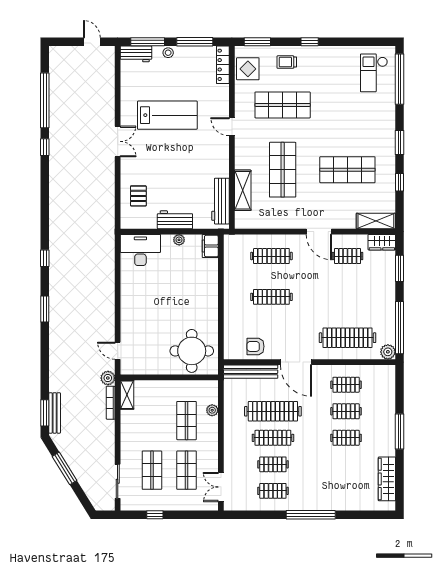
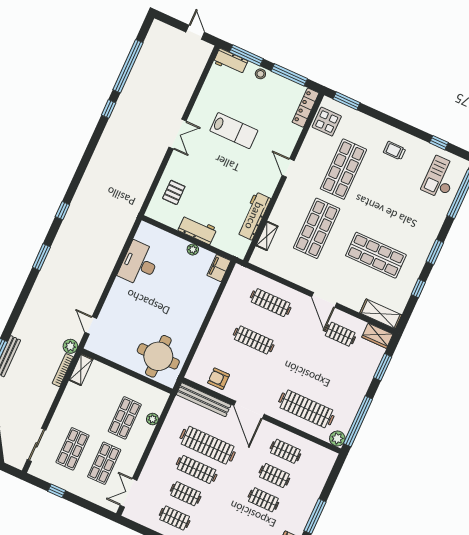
window: (310, 42) -> (439, 143), moved
trolley: (287, 62) -> (394, 151), moved
shop shelf: (283, 105) -> (343, 169), turned 90
lab bench: (167, 115) -> (234, 131), width x0.73, depth x0.72
shelving: (243, 190) -> (267, 236), width x0.67, depth x0.75
workbench: (220, 201) -> (254, 216), moved
desk: (140, 250) -> (139, 264), moved, turned -90

